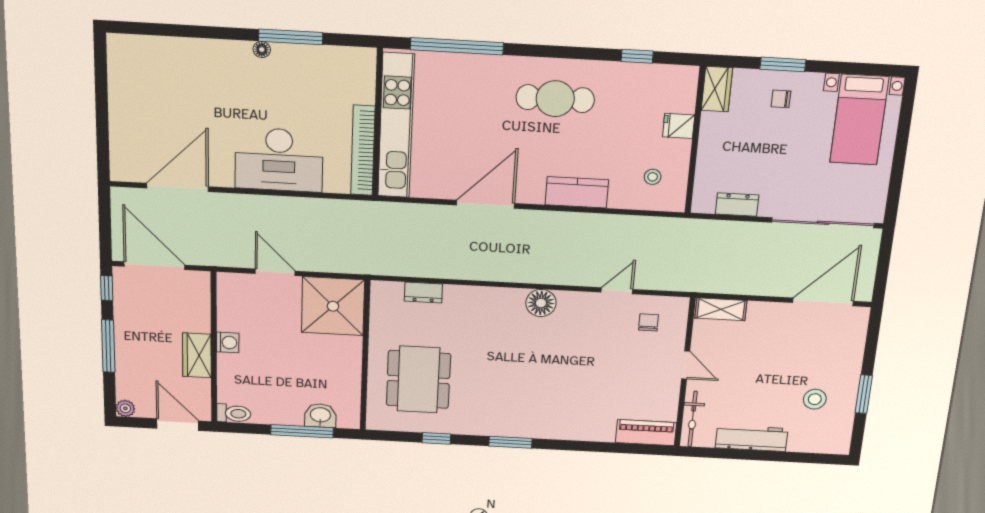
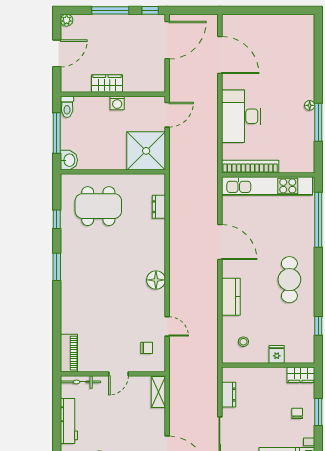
washing machine: (228, 342) -> (117, 103), moved
wall: (214, 348) -> (113, 94), moved
wardrobe: (197, 355) -> (107, 84), moved
toilet: (234, 413) -> (67, 107), moved
washbasin: (320, 415) -> (69, 160), moved

